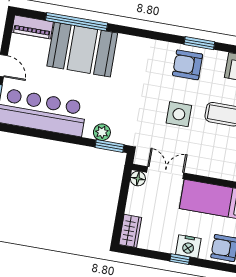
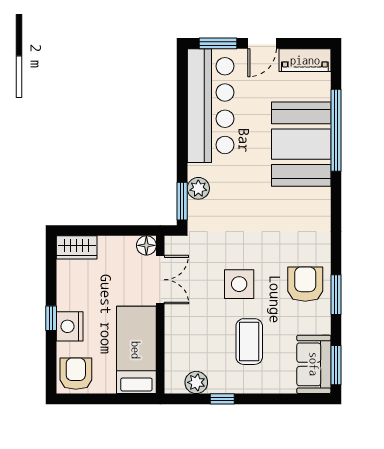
piano: (33, 27) -> (305, 60), moved, turned -90

